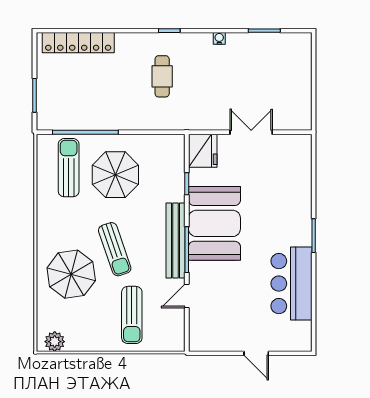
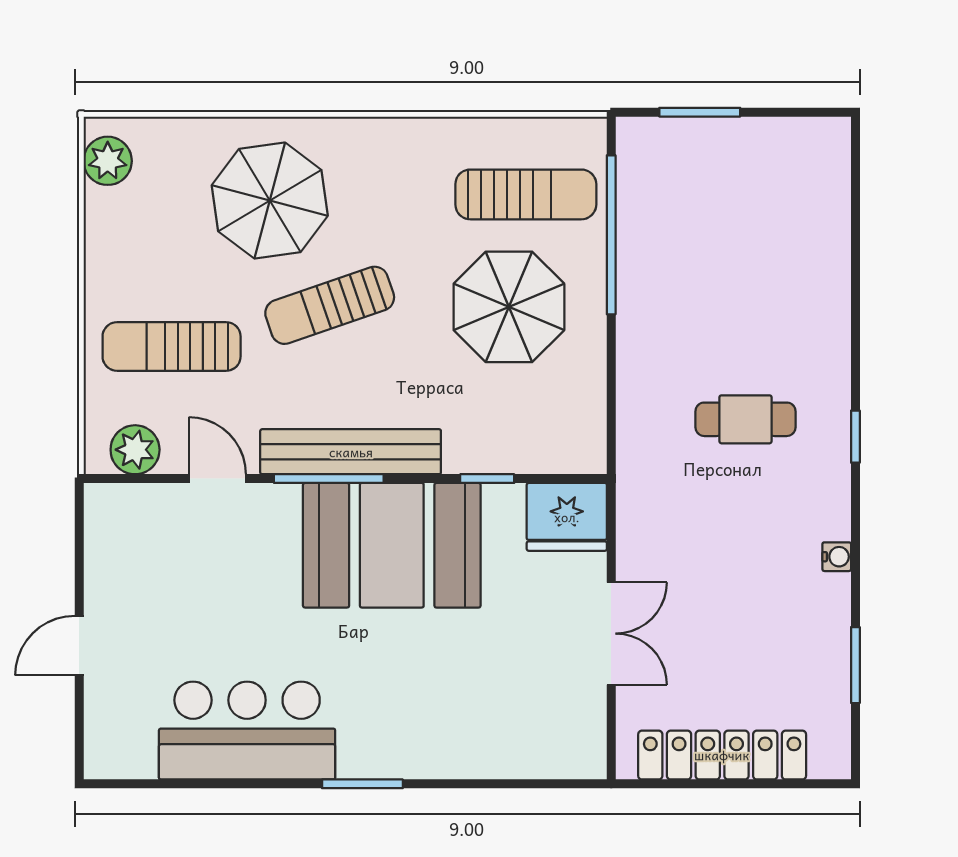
locker: (78, 43) -> (722, 755), moved, turned 90
plant: (175, 330) -> (135, 450), added

